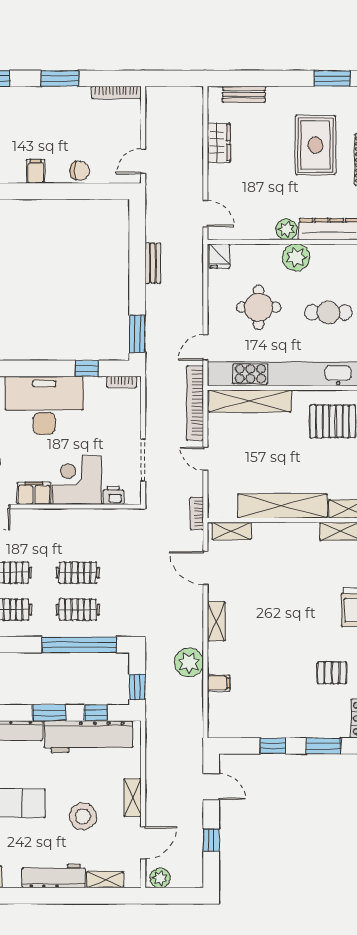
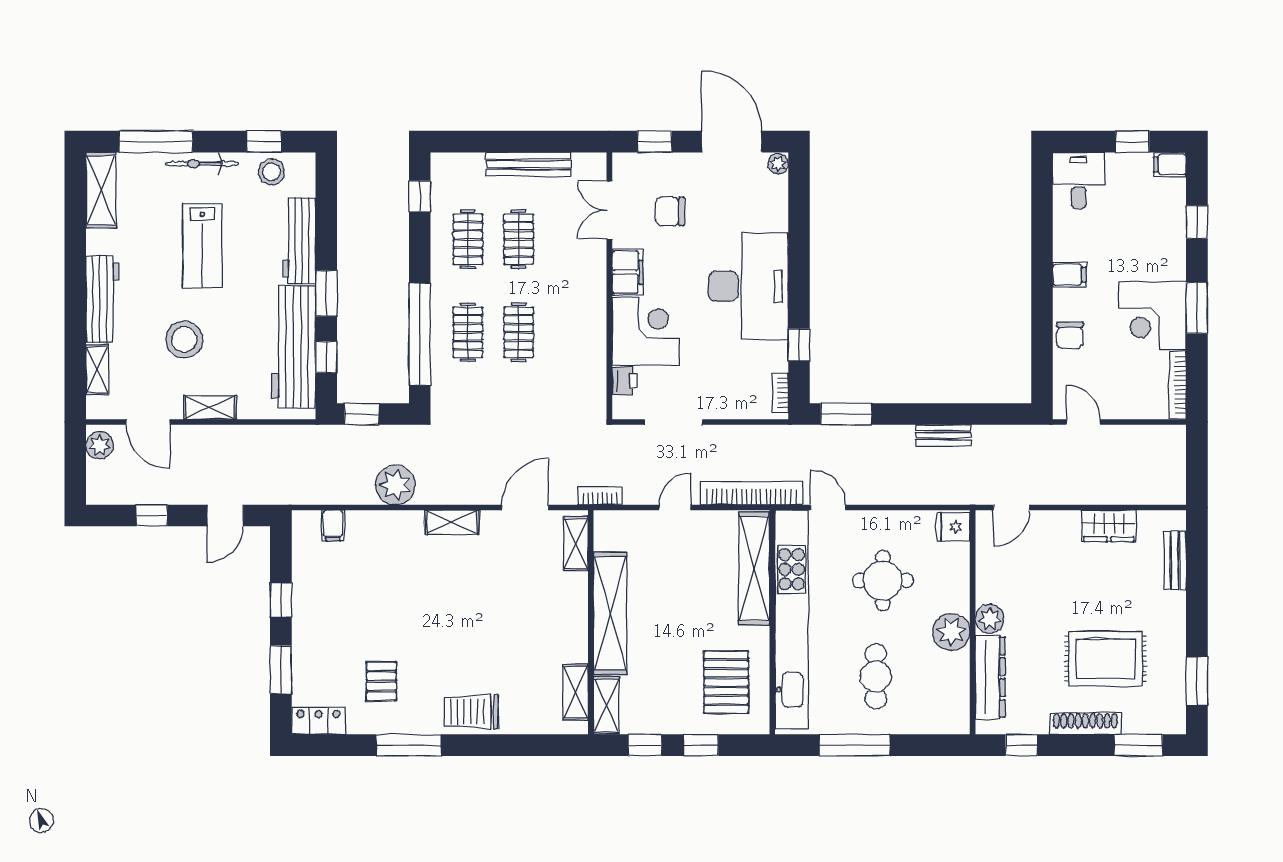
corner desk: (65, 111) -> (1152, 315), added
filing cabinet: (219, 683) -> (333, 526), moved

